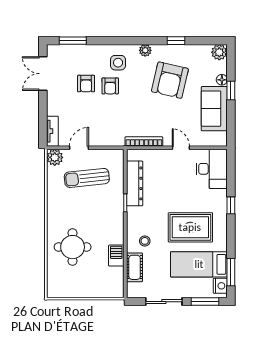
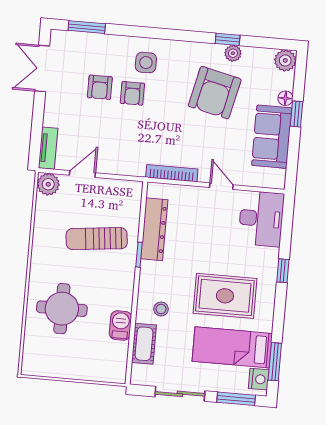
plant: (145, 50) -> (233, 53), moved
sun lounger: (87, 178) -> (97, 239), moved

